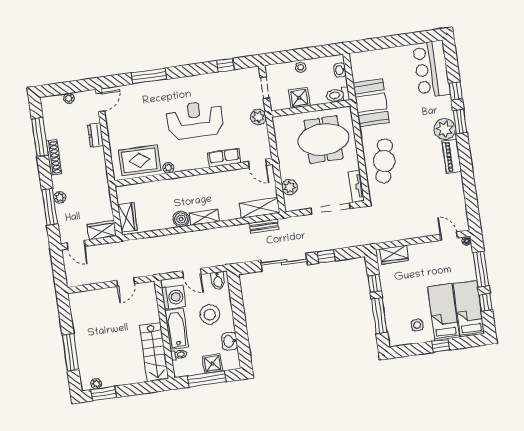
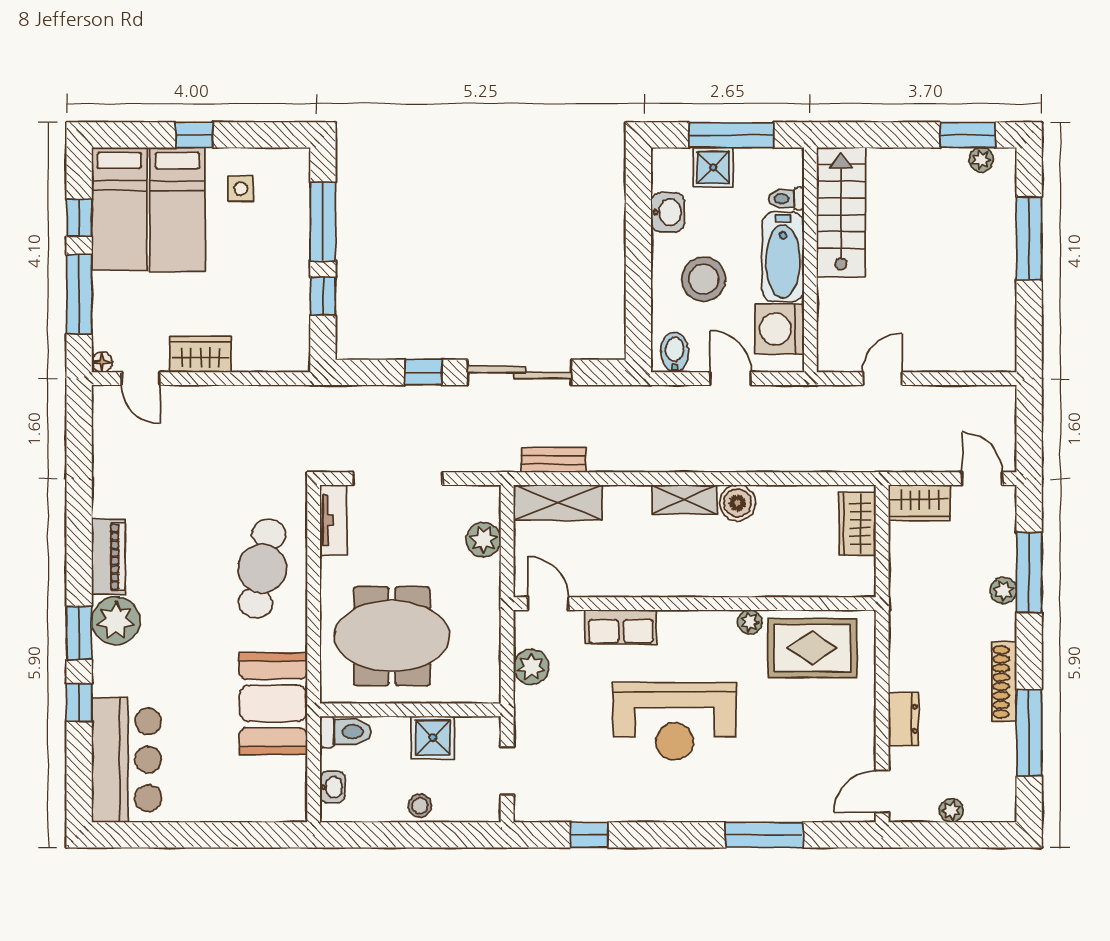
plant: (258, 117) -> (531, 667), moved
wardrobe: (394, 255) -> (201, 355), moved

